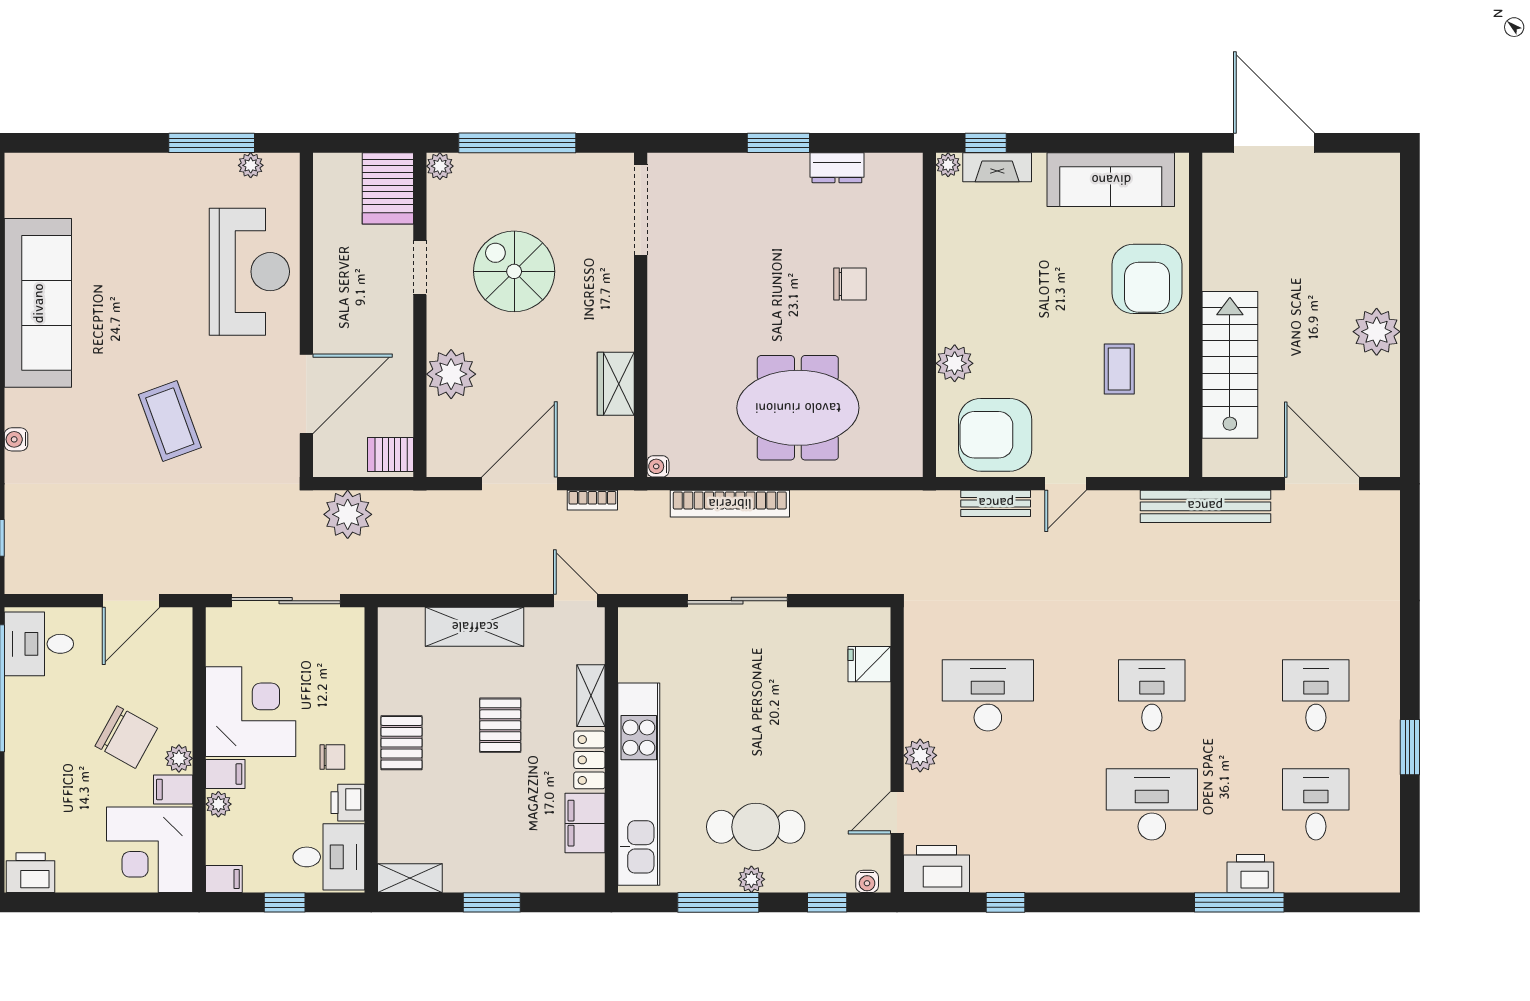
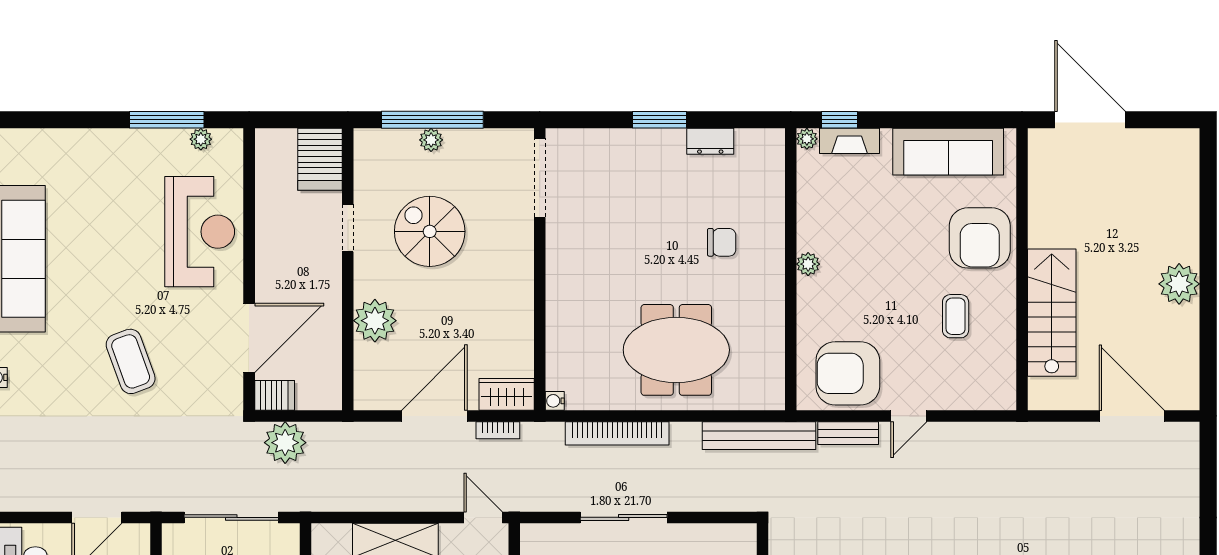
plant: (440, 166) -> (431, 140), moved
plant: (955, 363) -> (808, 264), moved, width x0.73, depth x0.73
wardrobe: (616, 384) -> (507, 394), moved, turned 90
server rack: (391, 454) -> (275, 395), moved, turned 180
bench: (1205, 506) -> (759, 436), moved

